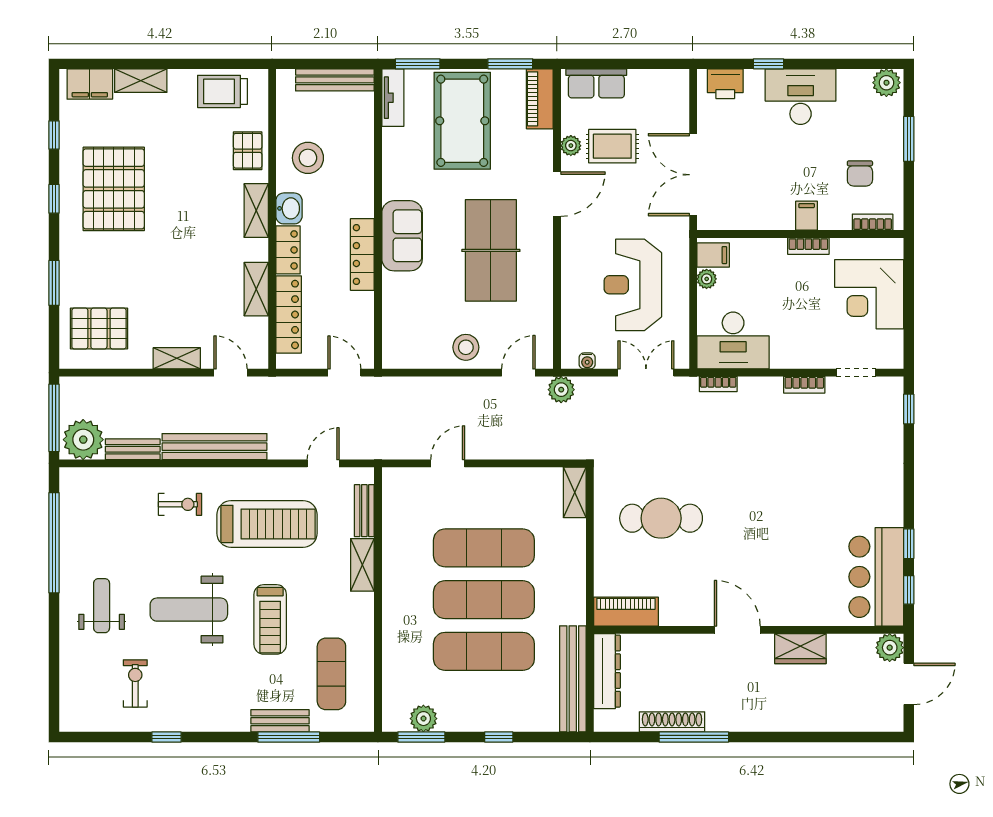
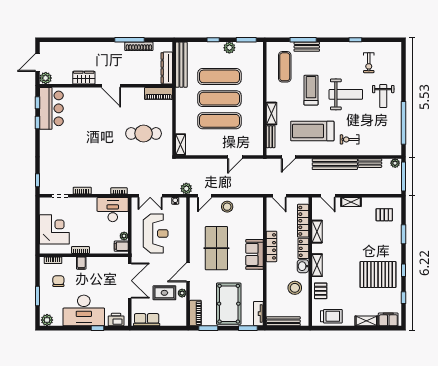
row of seats: (596, 83) -> (147, 320), moved
desk: (801, 97) -> (84, 310), width x1.36, depth x1.30
pallet: (114, 189) -> (378, 275), turned 90
pallet: (99, 329) -> (384, 215), width x0.67, depth x0.71
plant: (83, 440) -> (395, 163), width x0.53, depth x0.53
plant: (423, 719) -> (229, 48), moved

